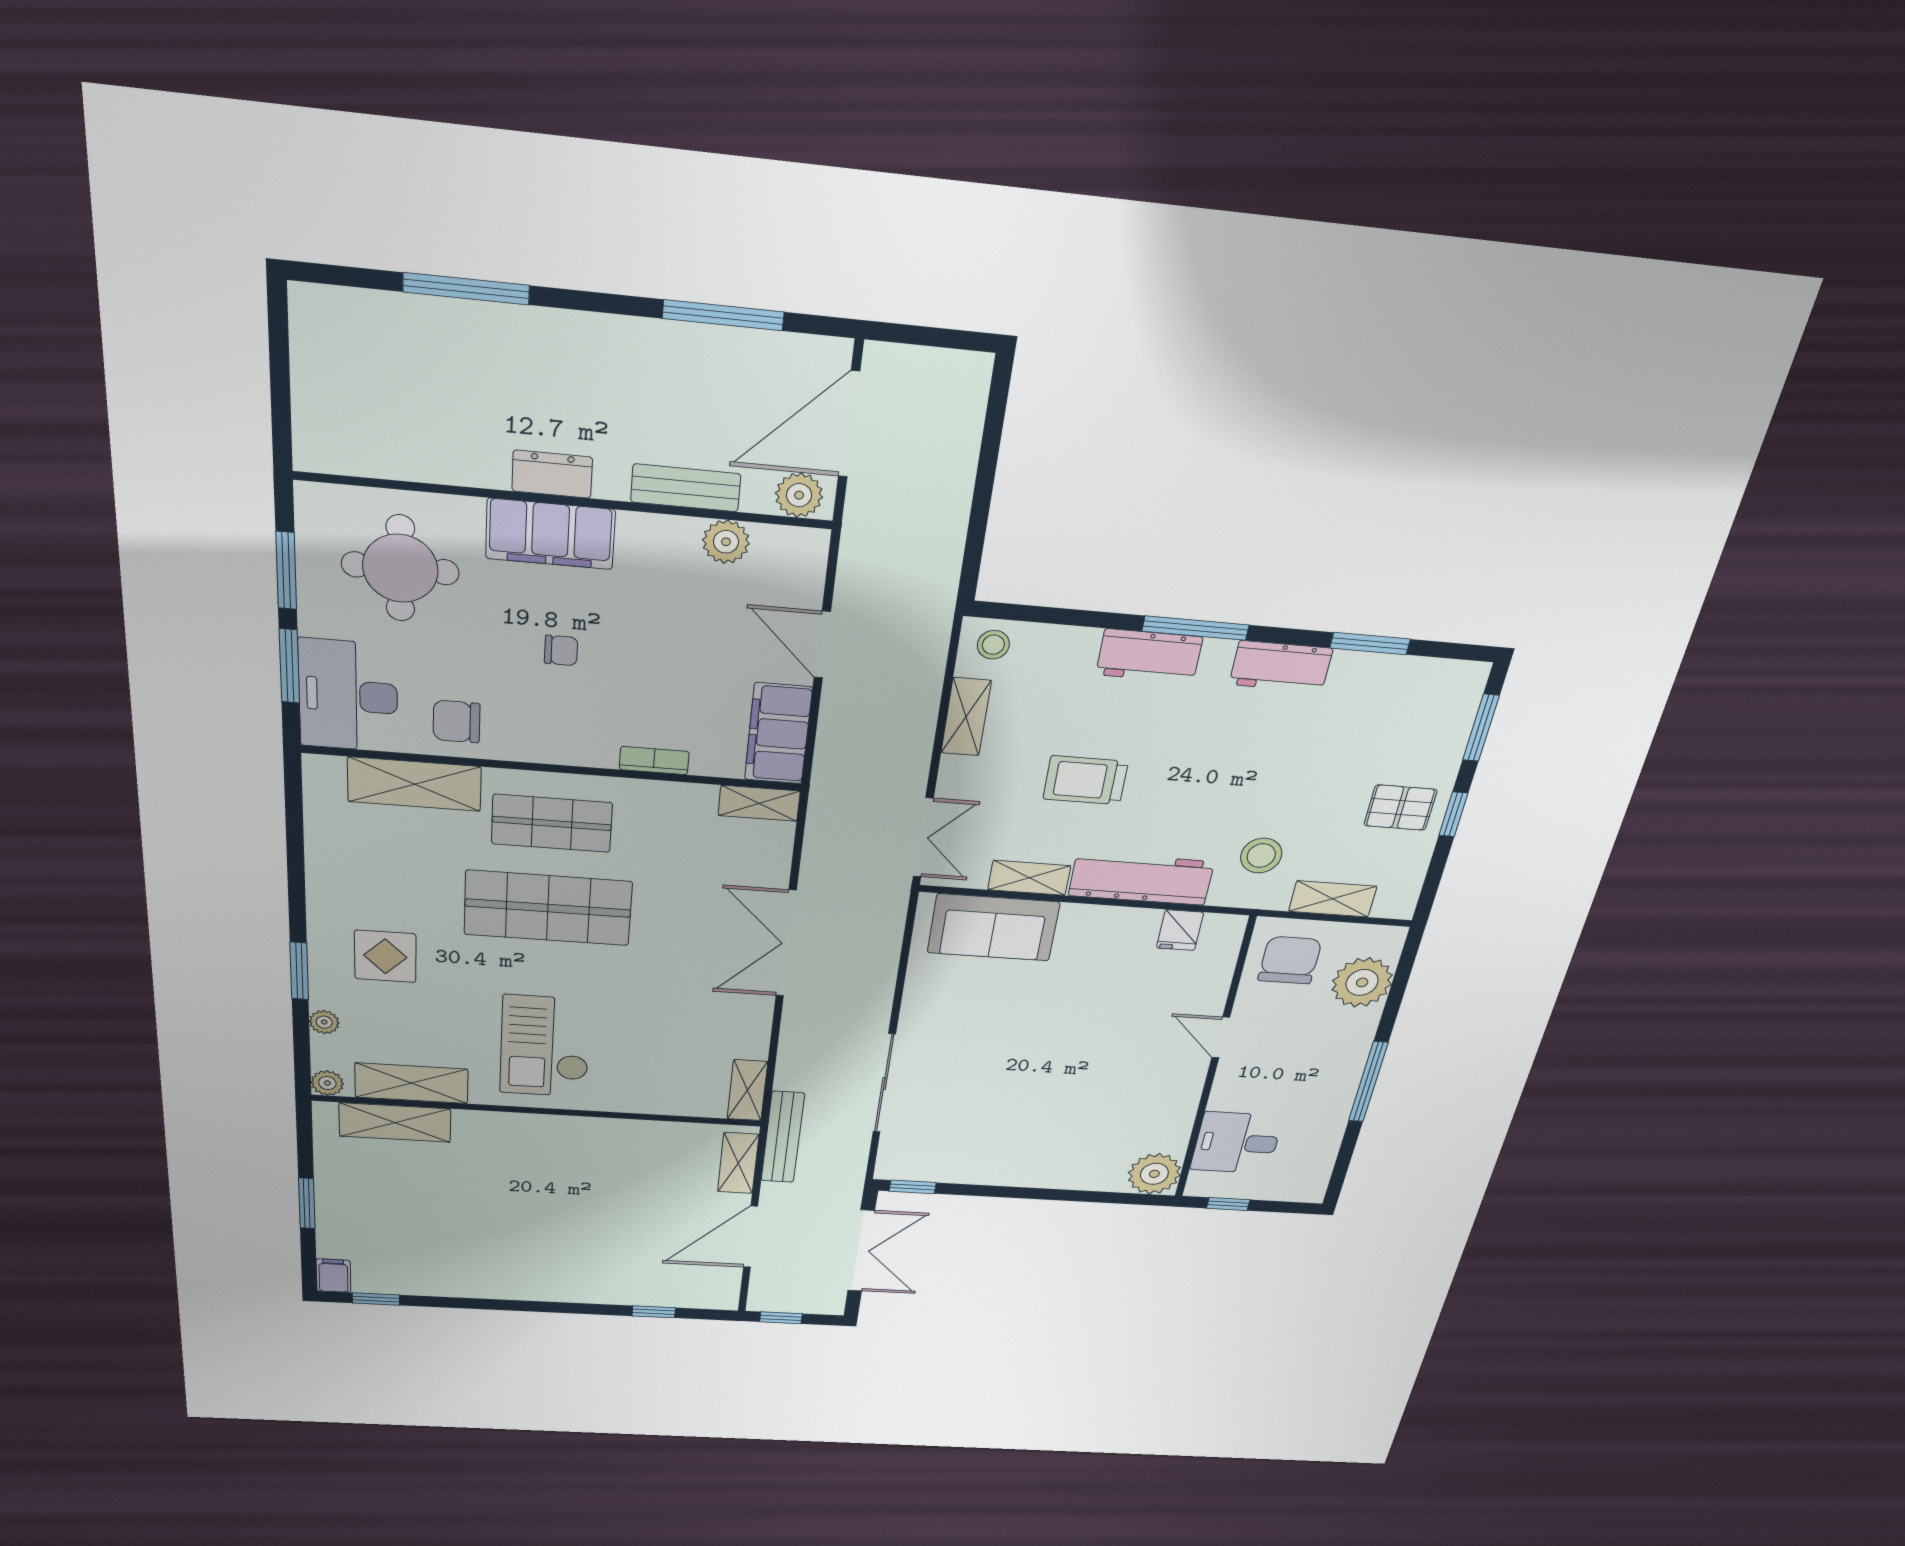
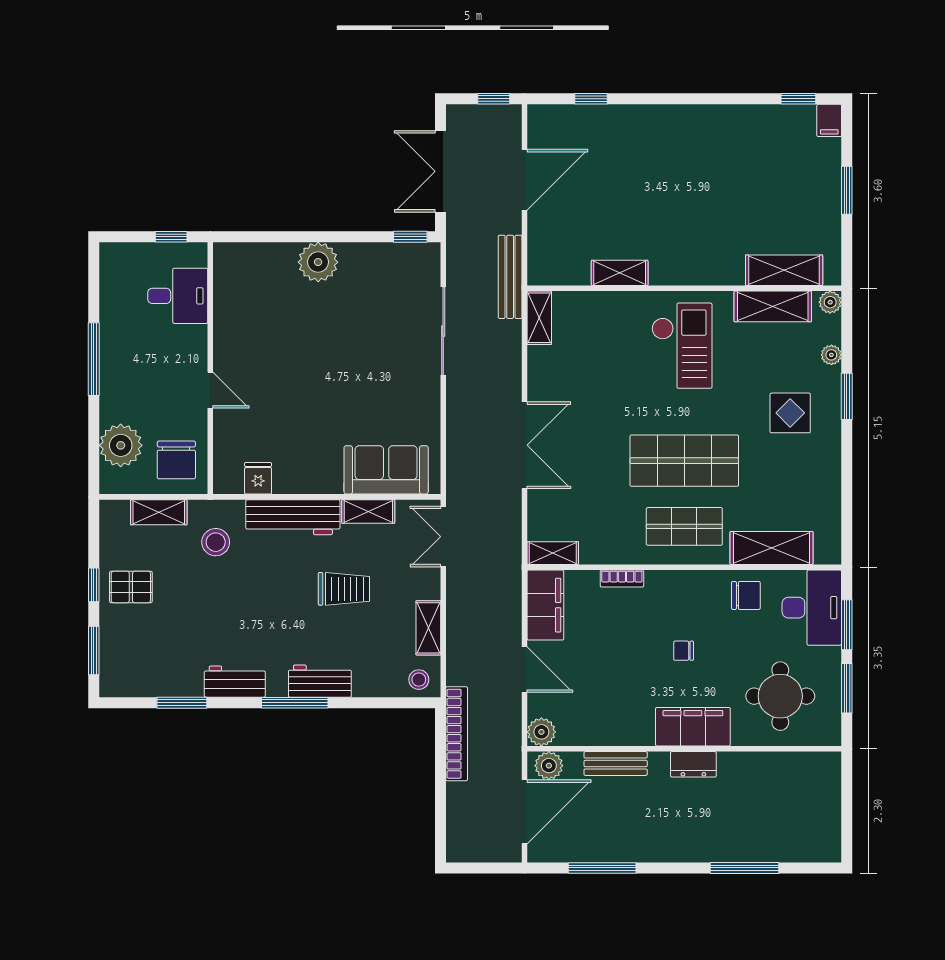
plant: (726, 542) -> (541, 732), moved
bookcase: (945, 559) -> (457, 734), added
shelving: (738, 1163) -> (620, 273), moved, turned 90
plant: (1154, 1174) -> (318, 262), moved

